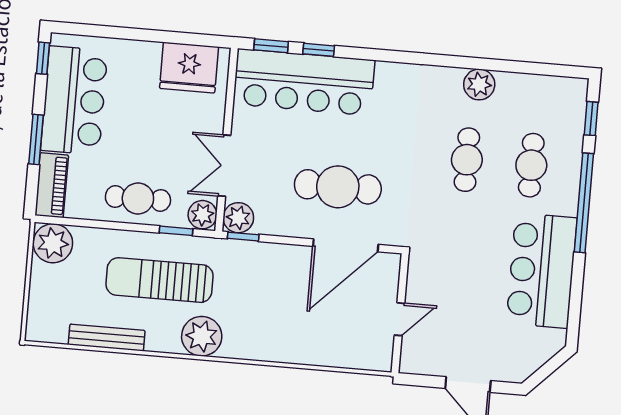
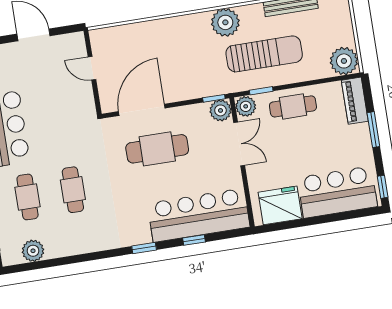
window: (271, 46) -> (144, 248), moved
plant: (479, 84) -> (33, 251), moved
bar counter: (74, 100) -> (337, 192), moved, turned 90
door: (400, 319) -> (92, 68), hinge flipped

